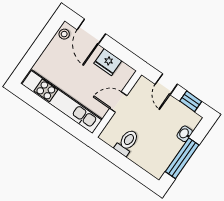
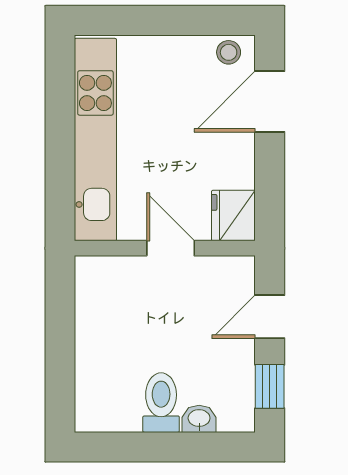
fridge: (108, 62) -> (233, 216), moved
toilet: (127, 142) -> (161, 403), moved, turned -90
window: (182, 158) -> (148, 447), removed

